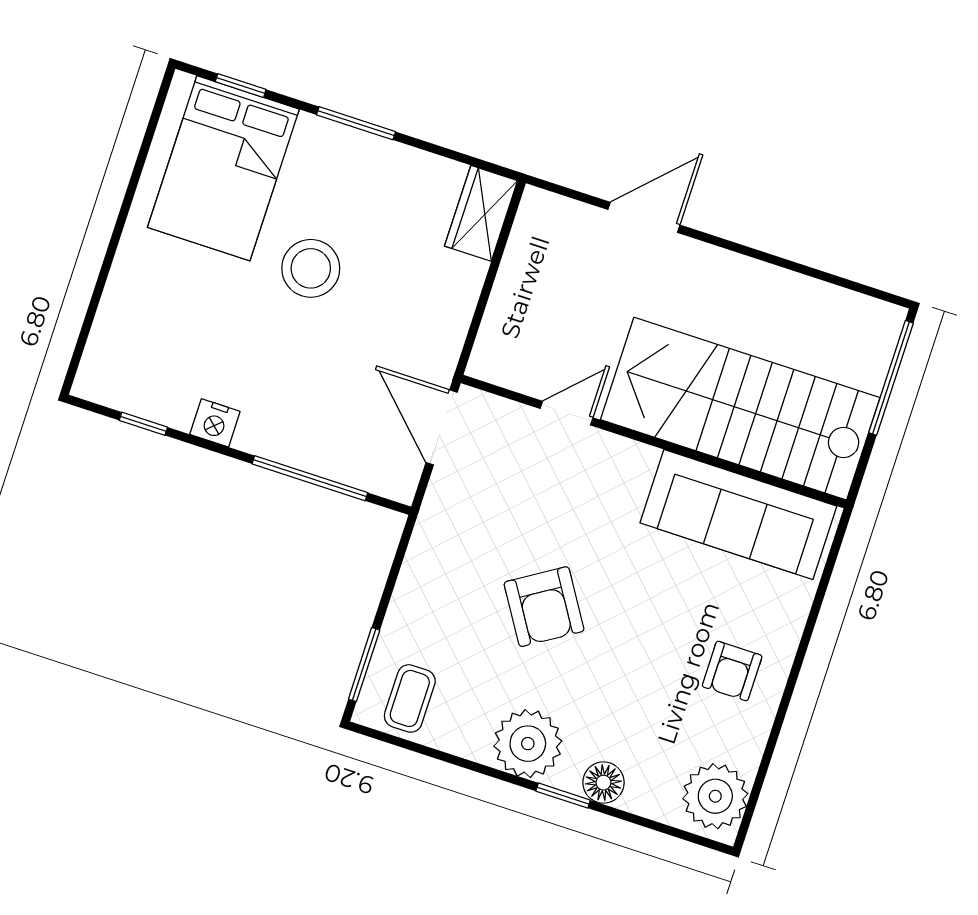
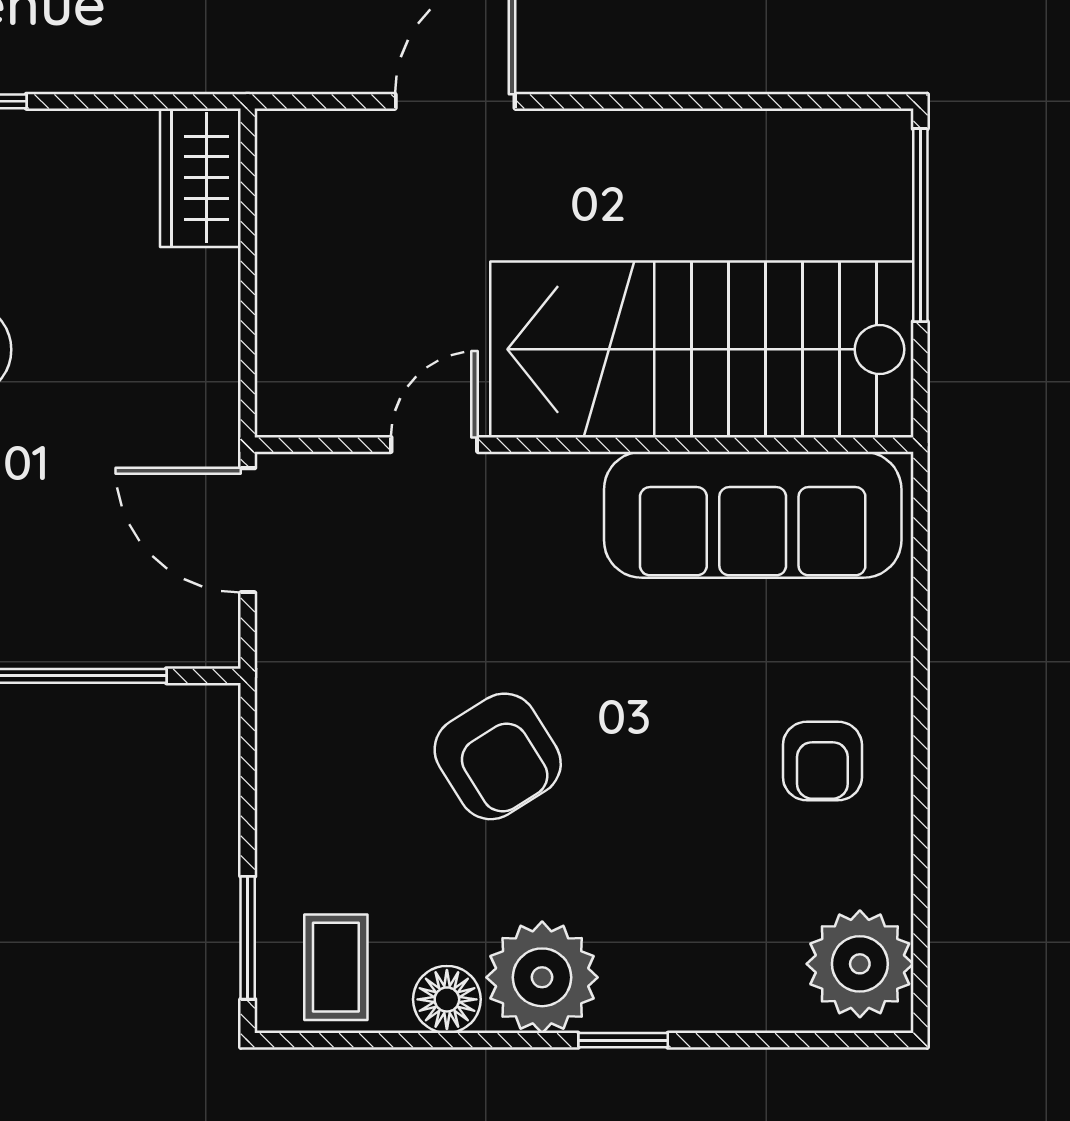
floor lamp: (603, 783) -> (447, 999), moved

